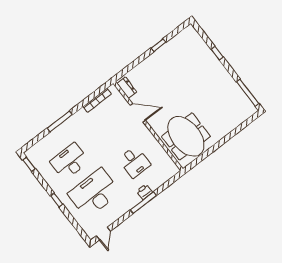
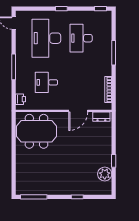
plant: (177, 44) -> (105, 174), added
desk: (70, 161) -> (81, 38), turned 180
printer: (145, 192) -> (21, 99), moved
desk: (94, 193) -> (46, 38), turned 180

